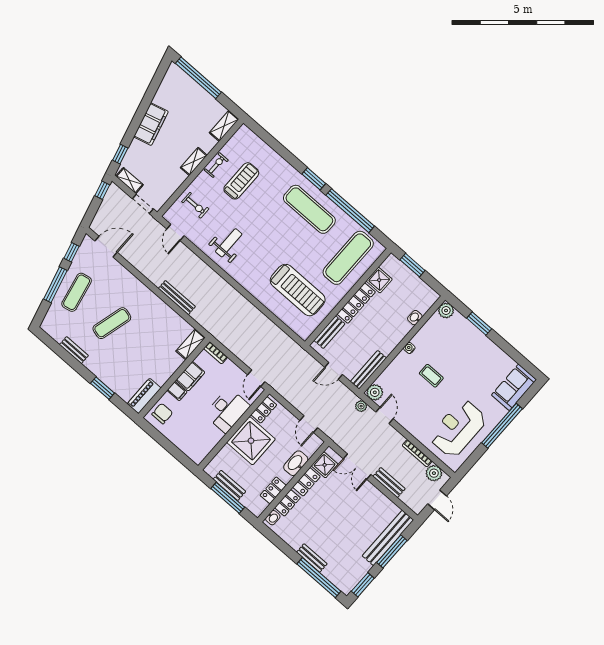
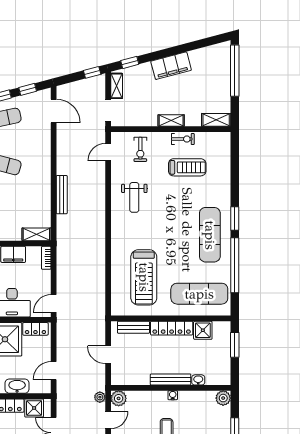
weight bench: (229, 243) -> (134, 197), turned 90
bench: (369, 370) -> (171, 380), moved

